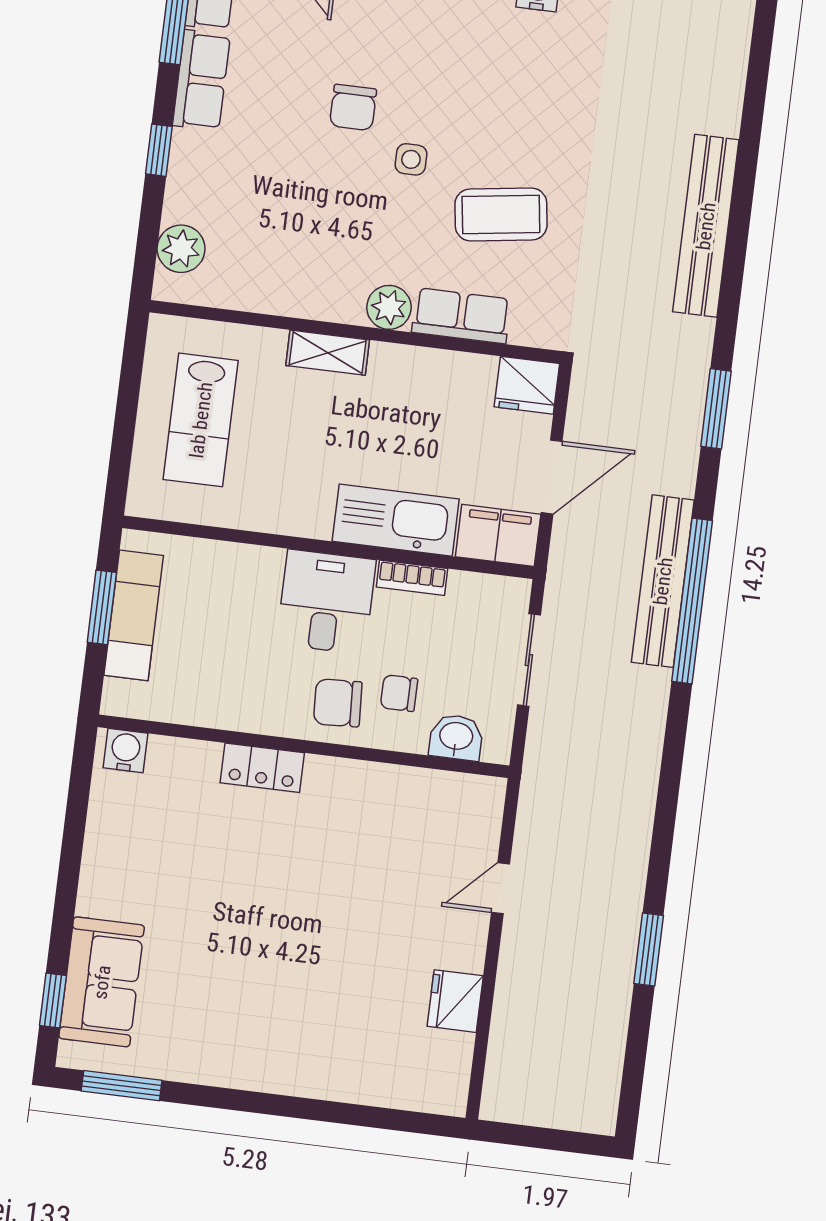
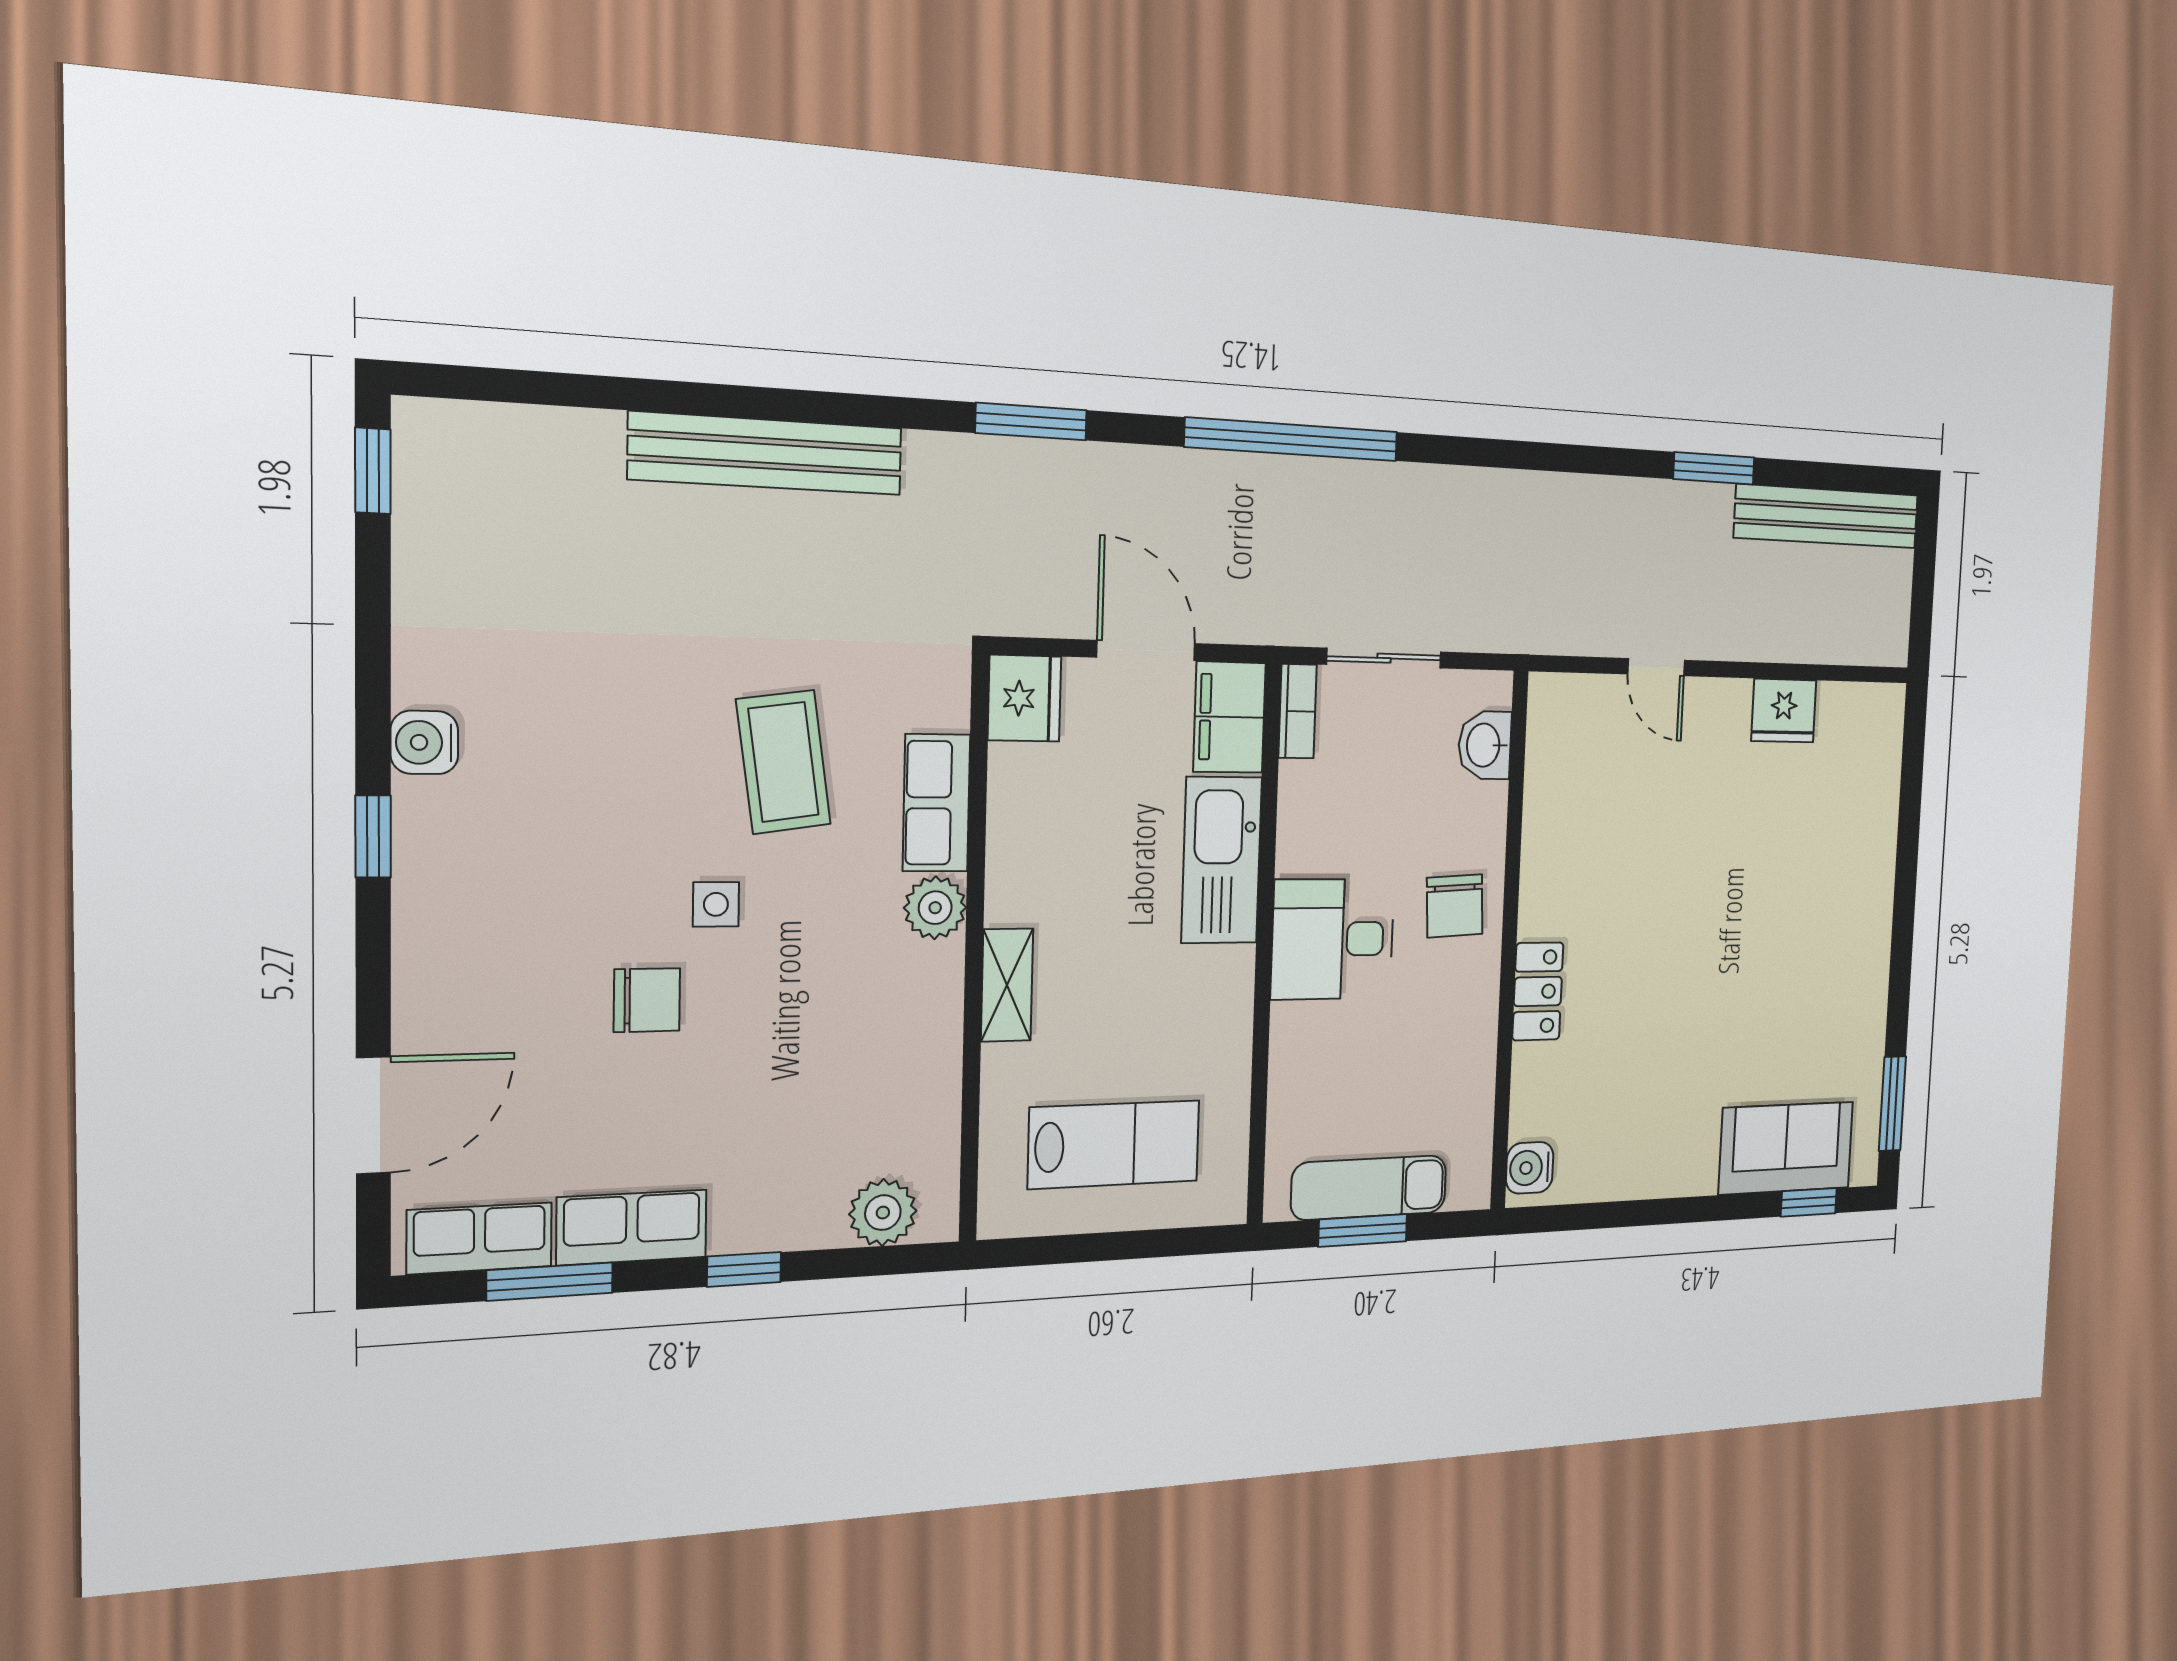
bookcase: (412, 578) -> (1298, 711), moved
bench: (663, 581) -> (1827, 516), moved
chair: (399, 693) -> (1437, 827), removed

